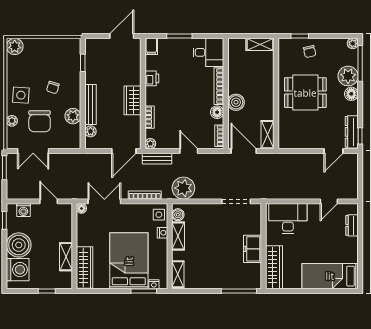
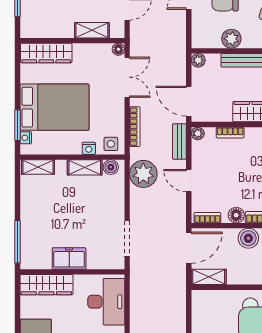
plant: (90, 131) -> (198, 60), moved
door: (189, 151) -> (189, 181), swing flipped
shelving: (66, 257) -> (92, 30), moved

